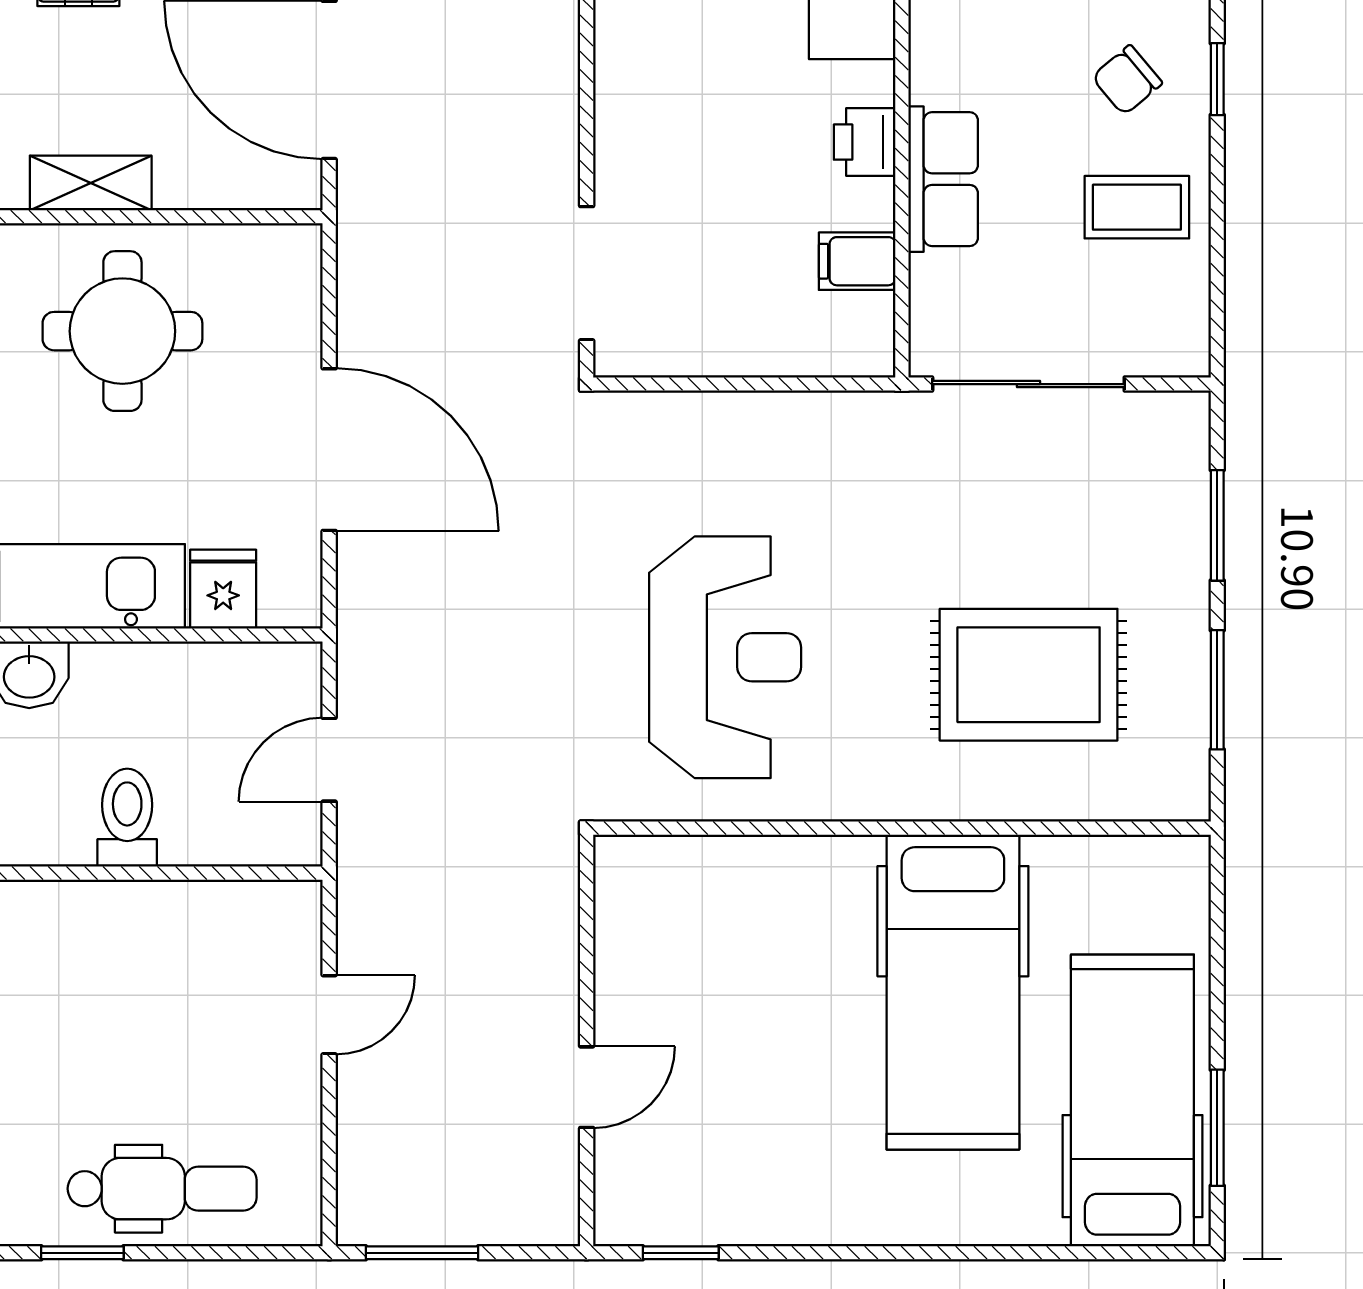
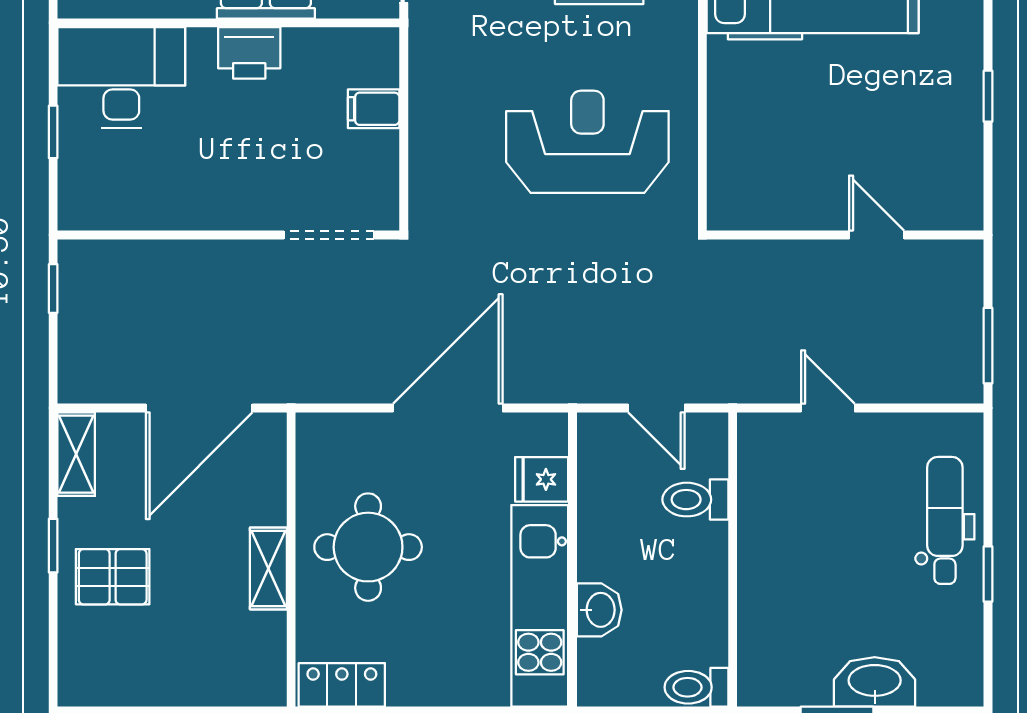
printer: (865, 142) -> (249, 53), width x1.36, depth x1.24
filing cabinet: (857, 261) -> (374, 109), moved, turned 90
toilet: (127, 818) -> (695, 500), moved
window: (681, 1253) -> (988, 96), moved

